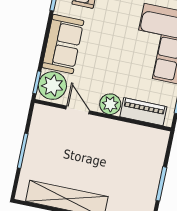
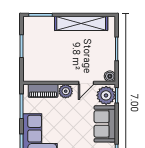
door: (78, 110) -> (86, 83), hinge flipped
boiler: (41, 113) -> (110, 76), added

